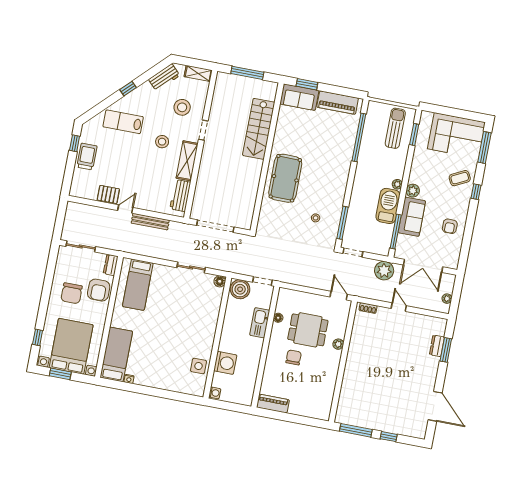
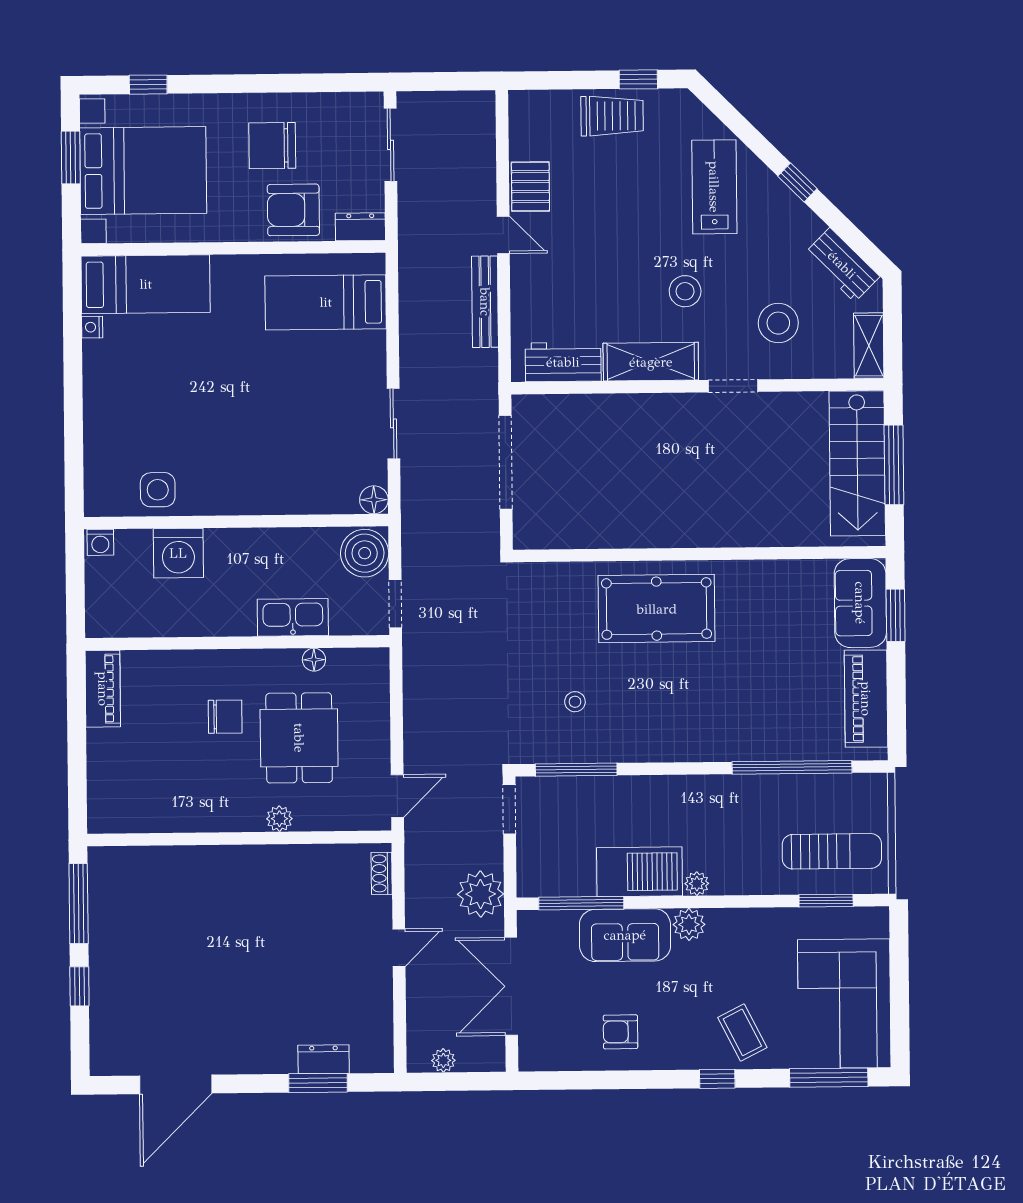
stairs: (259, 129) -> (857, 463), moved, turned -90

